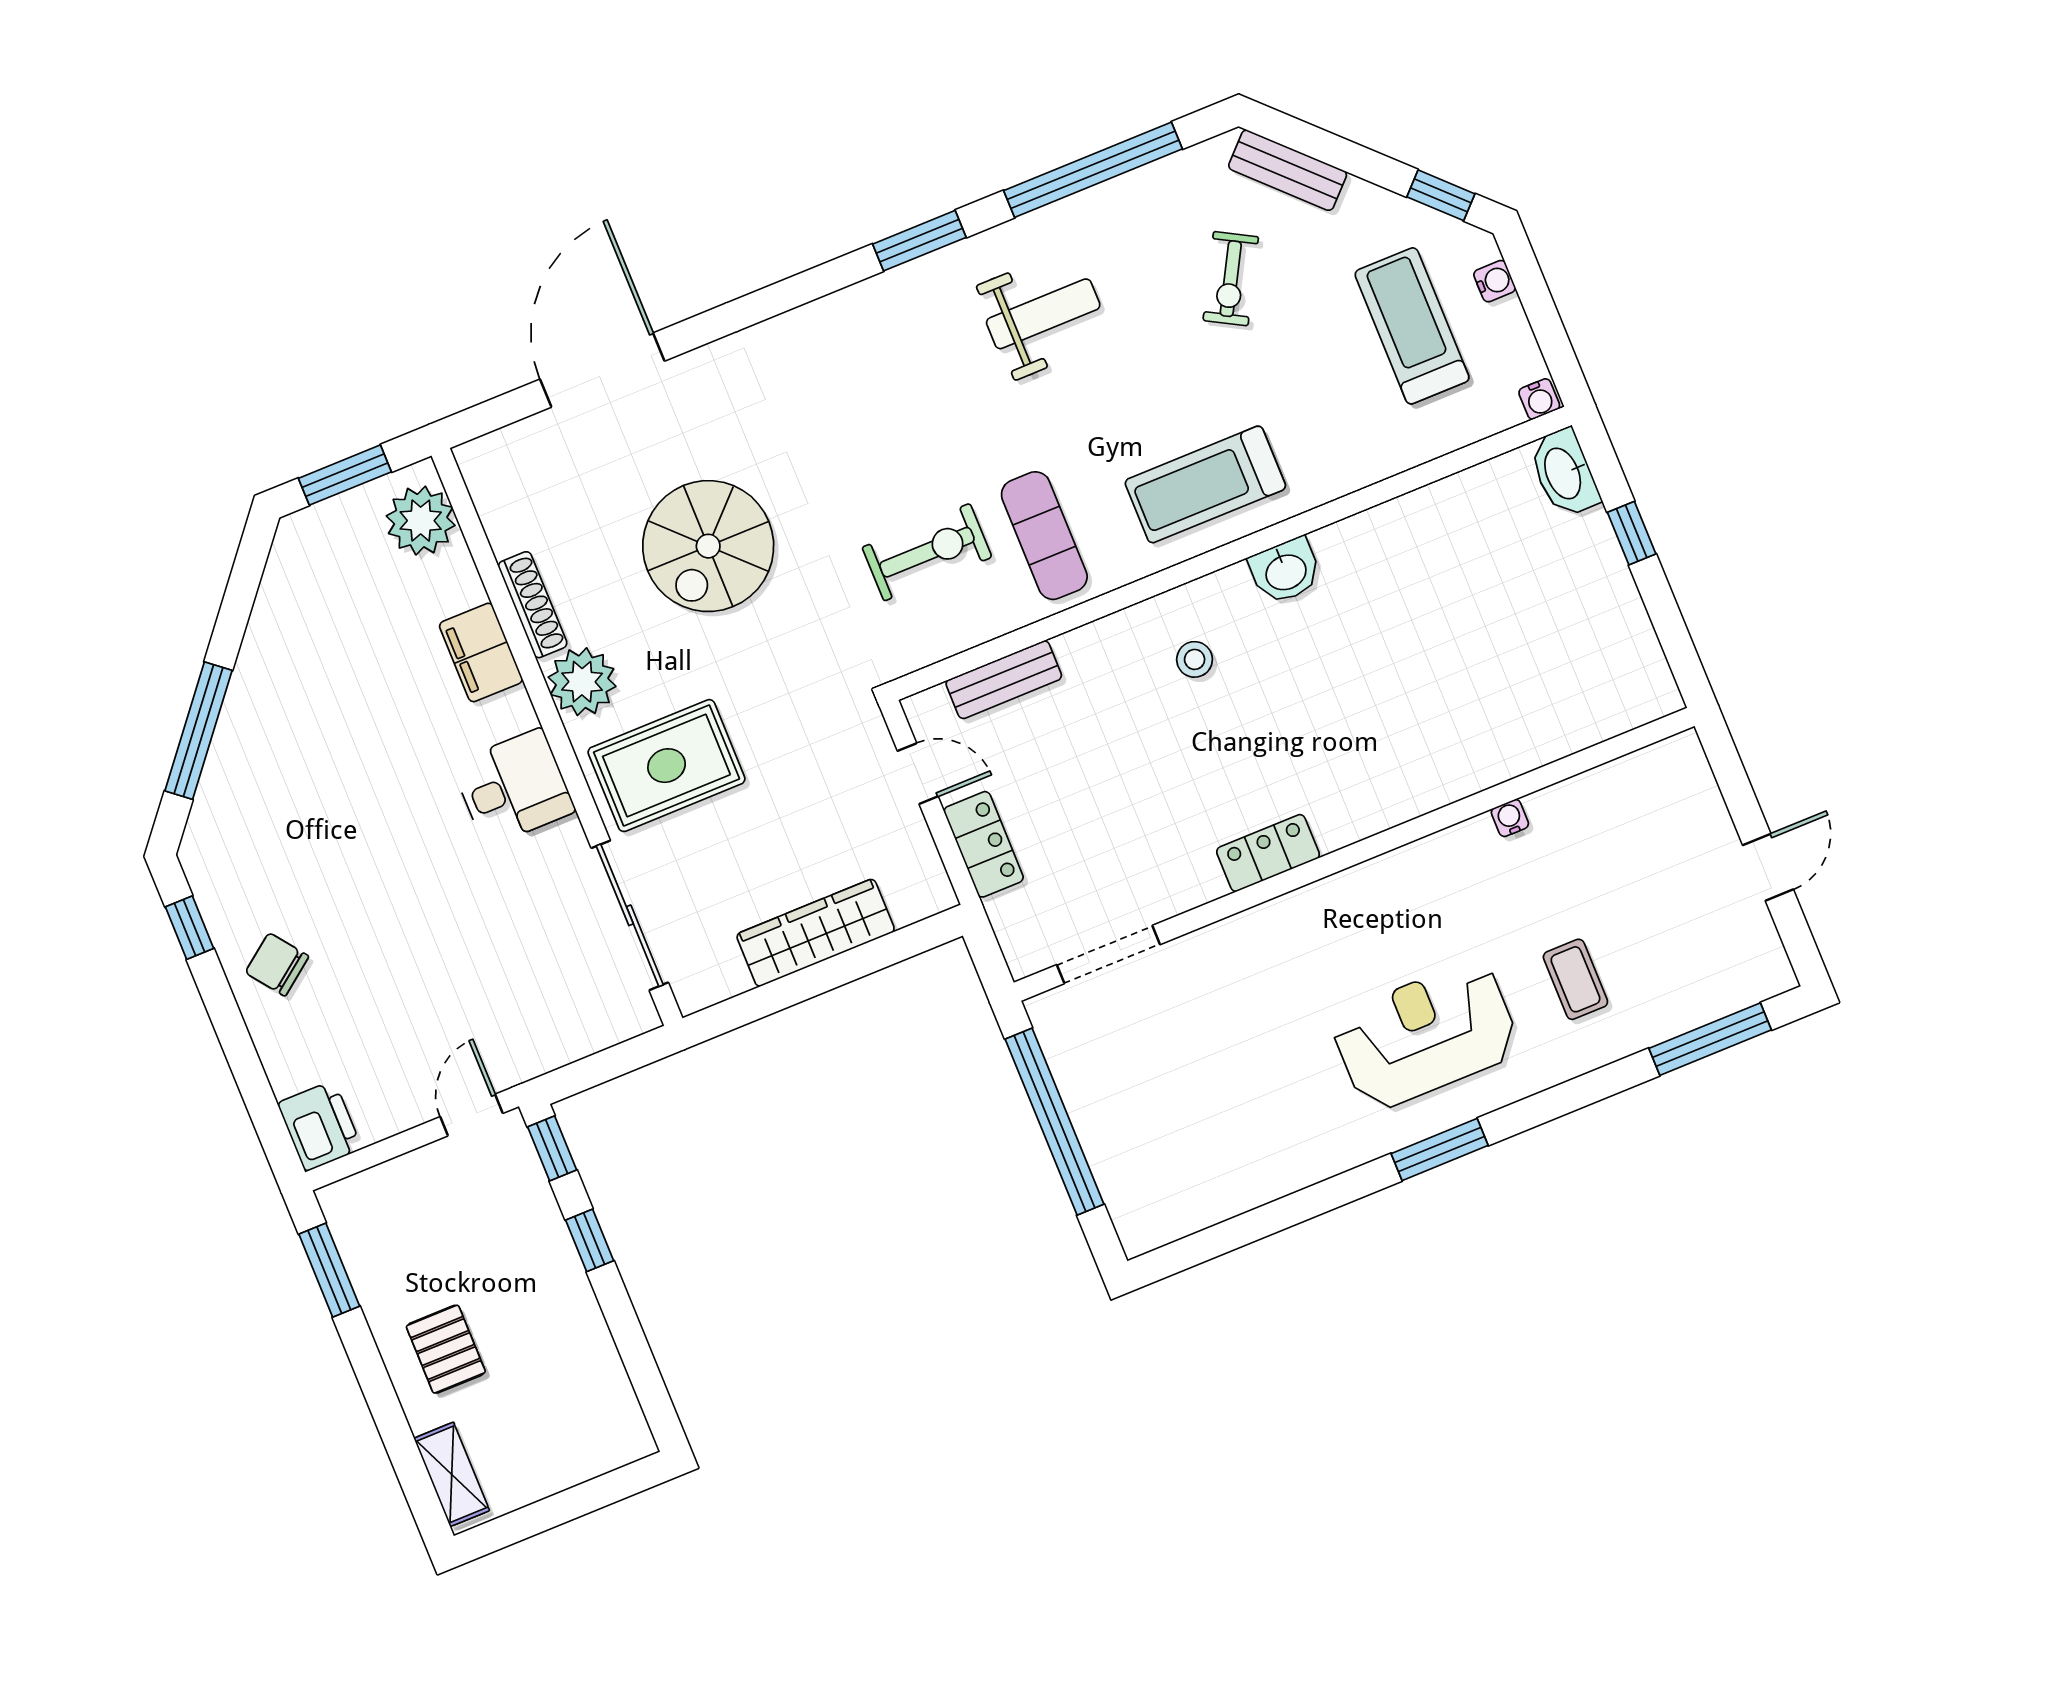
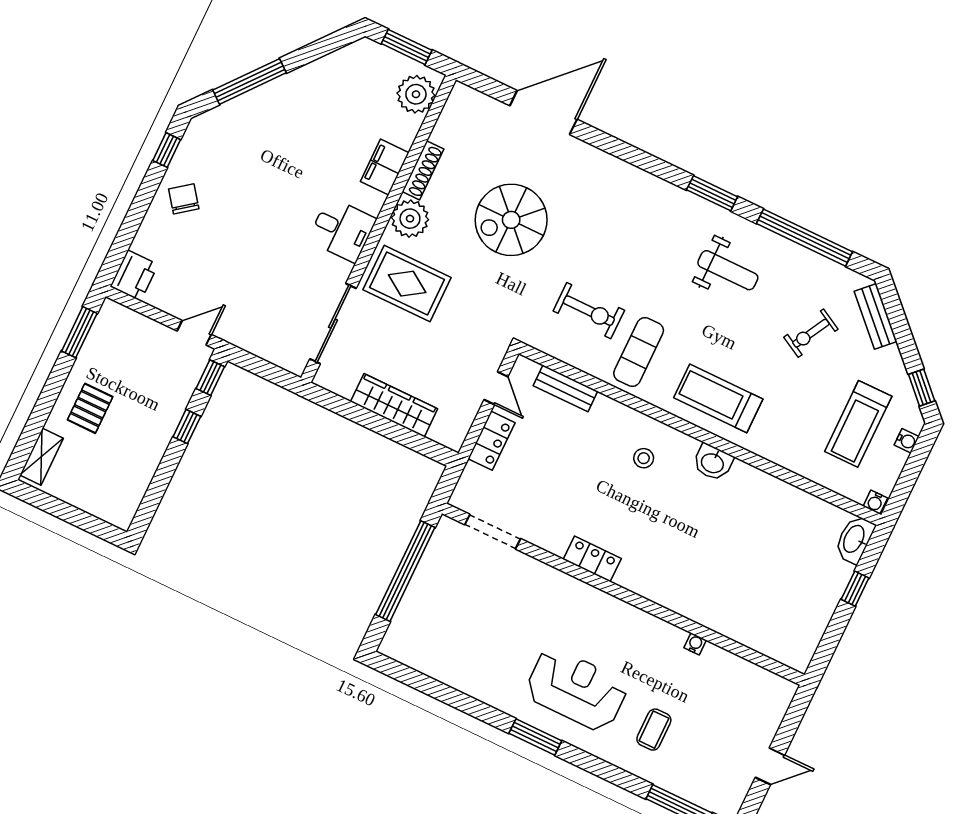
treadmill: (1412, 326) -> (858, 424), turned 180

